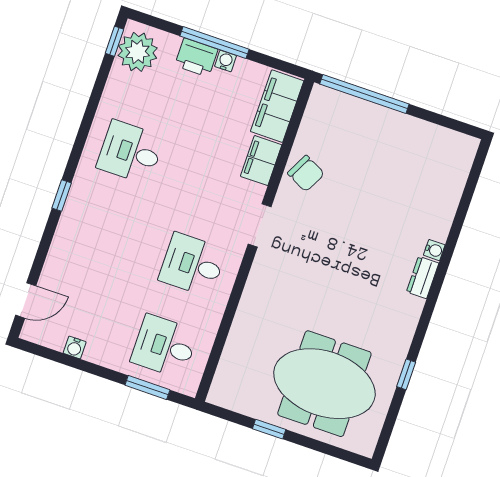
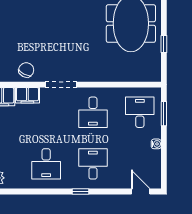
doorway: (260, 225) -> (61, 85), width x1.38
desk: (102, 234) -> (93, 164), added
desk: (164, 346) -> (140, 112), turned 180
water cooler: (75, 347) -> (156, 144), moved

